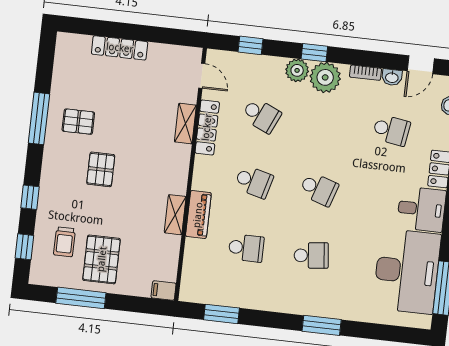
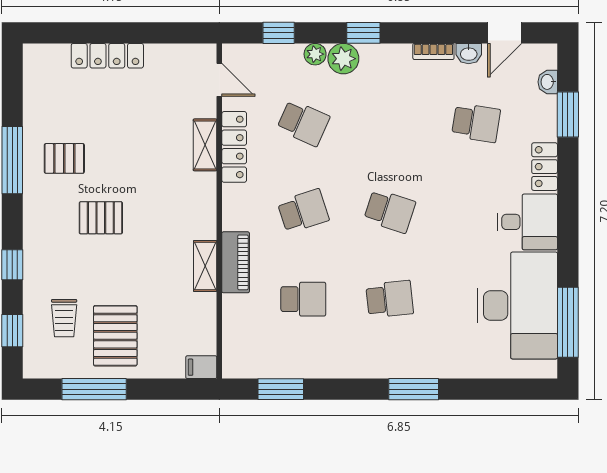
plant: (325, 77) -> (315, 54), moved, width x0.53, depth x0.53
pallet: (101, 169) -> (101, 218), turned 90
school desk: (254, 182) -> (303, 211), turned -33

